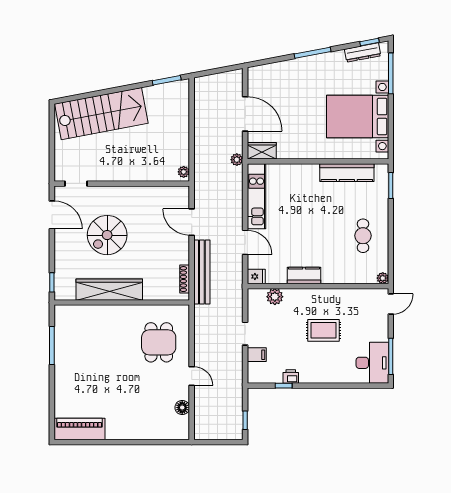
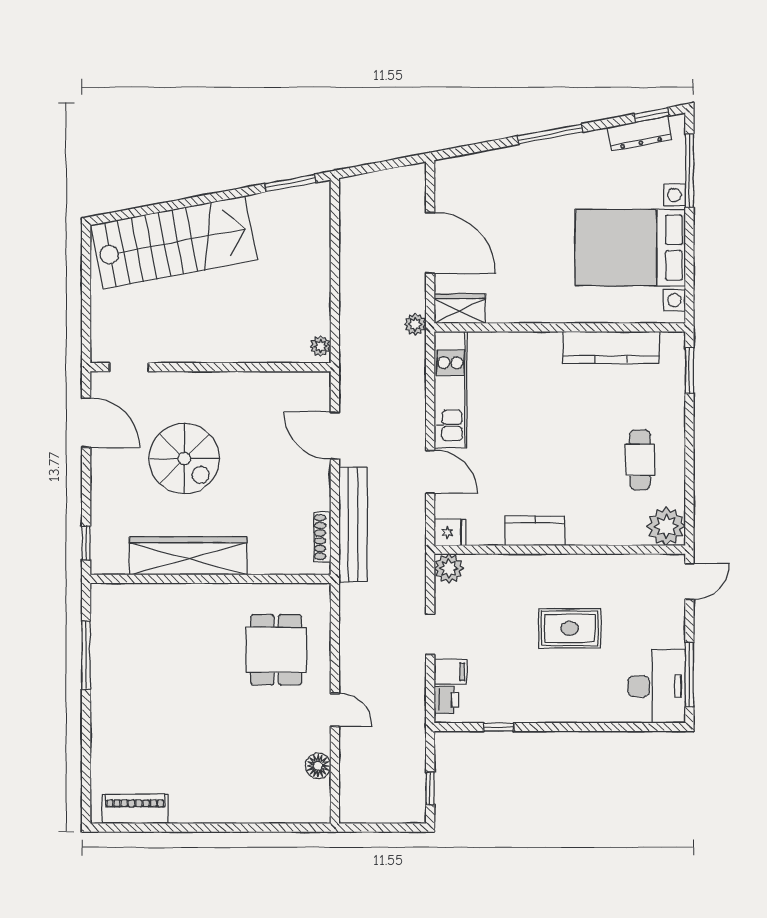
spiral stairs: (107, 235) -> (184, 459), turned -90
plant: (383, 278) -> (666, 526), width x1.87, depth x1.87
plant: (275, 297) -> (449, 568), moved
printer: (291, 377) -> (446, 700), moved, turned 90
piano: (80, 429) -> (135, 809), width x0.73, depth x0.75

